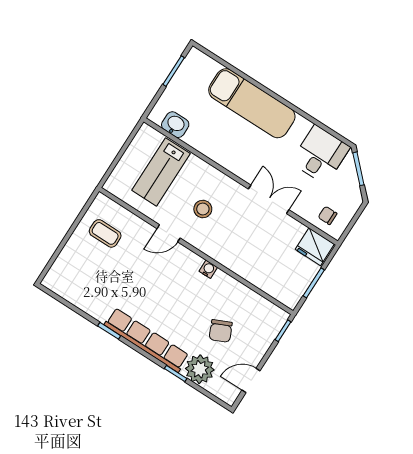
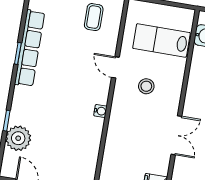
chair: (221, 331) -> (56, 142), removed
row of seats: (147, 340) -> (30, 48), moved

